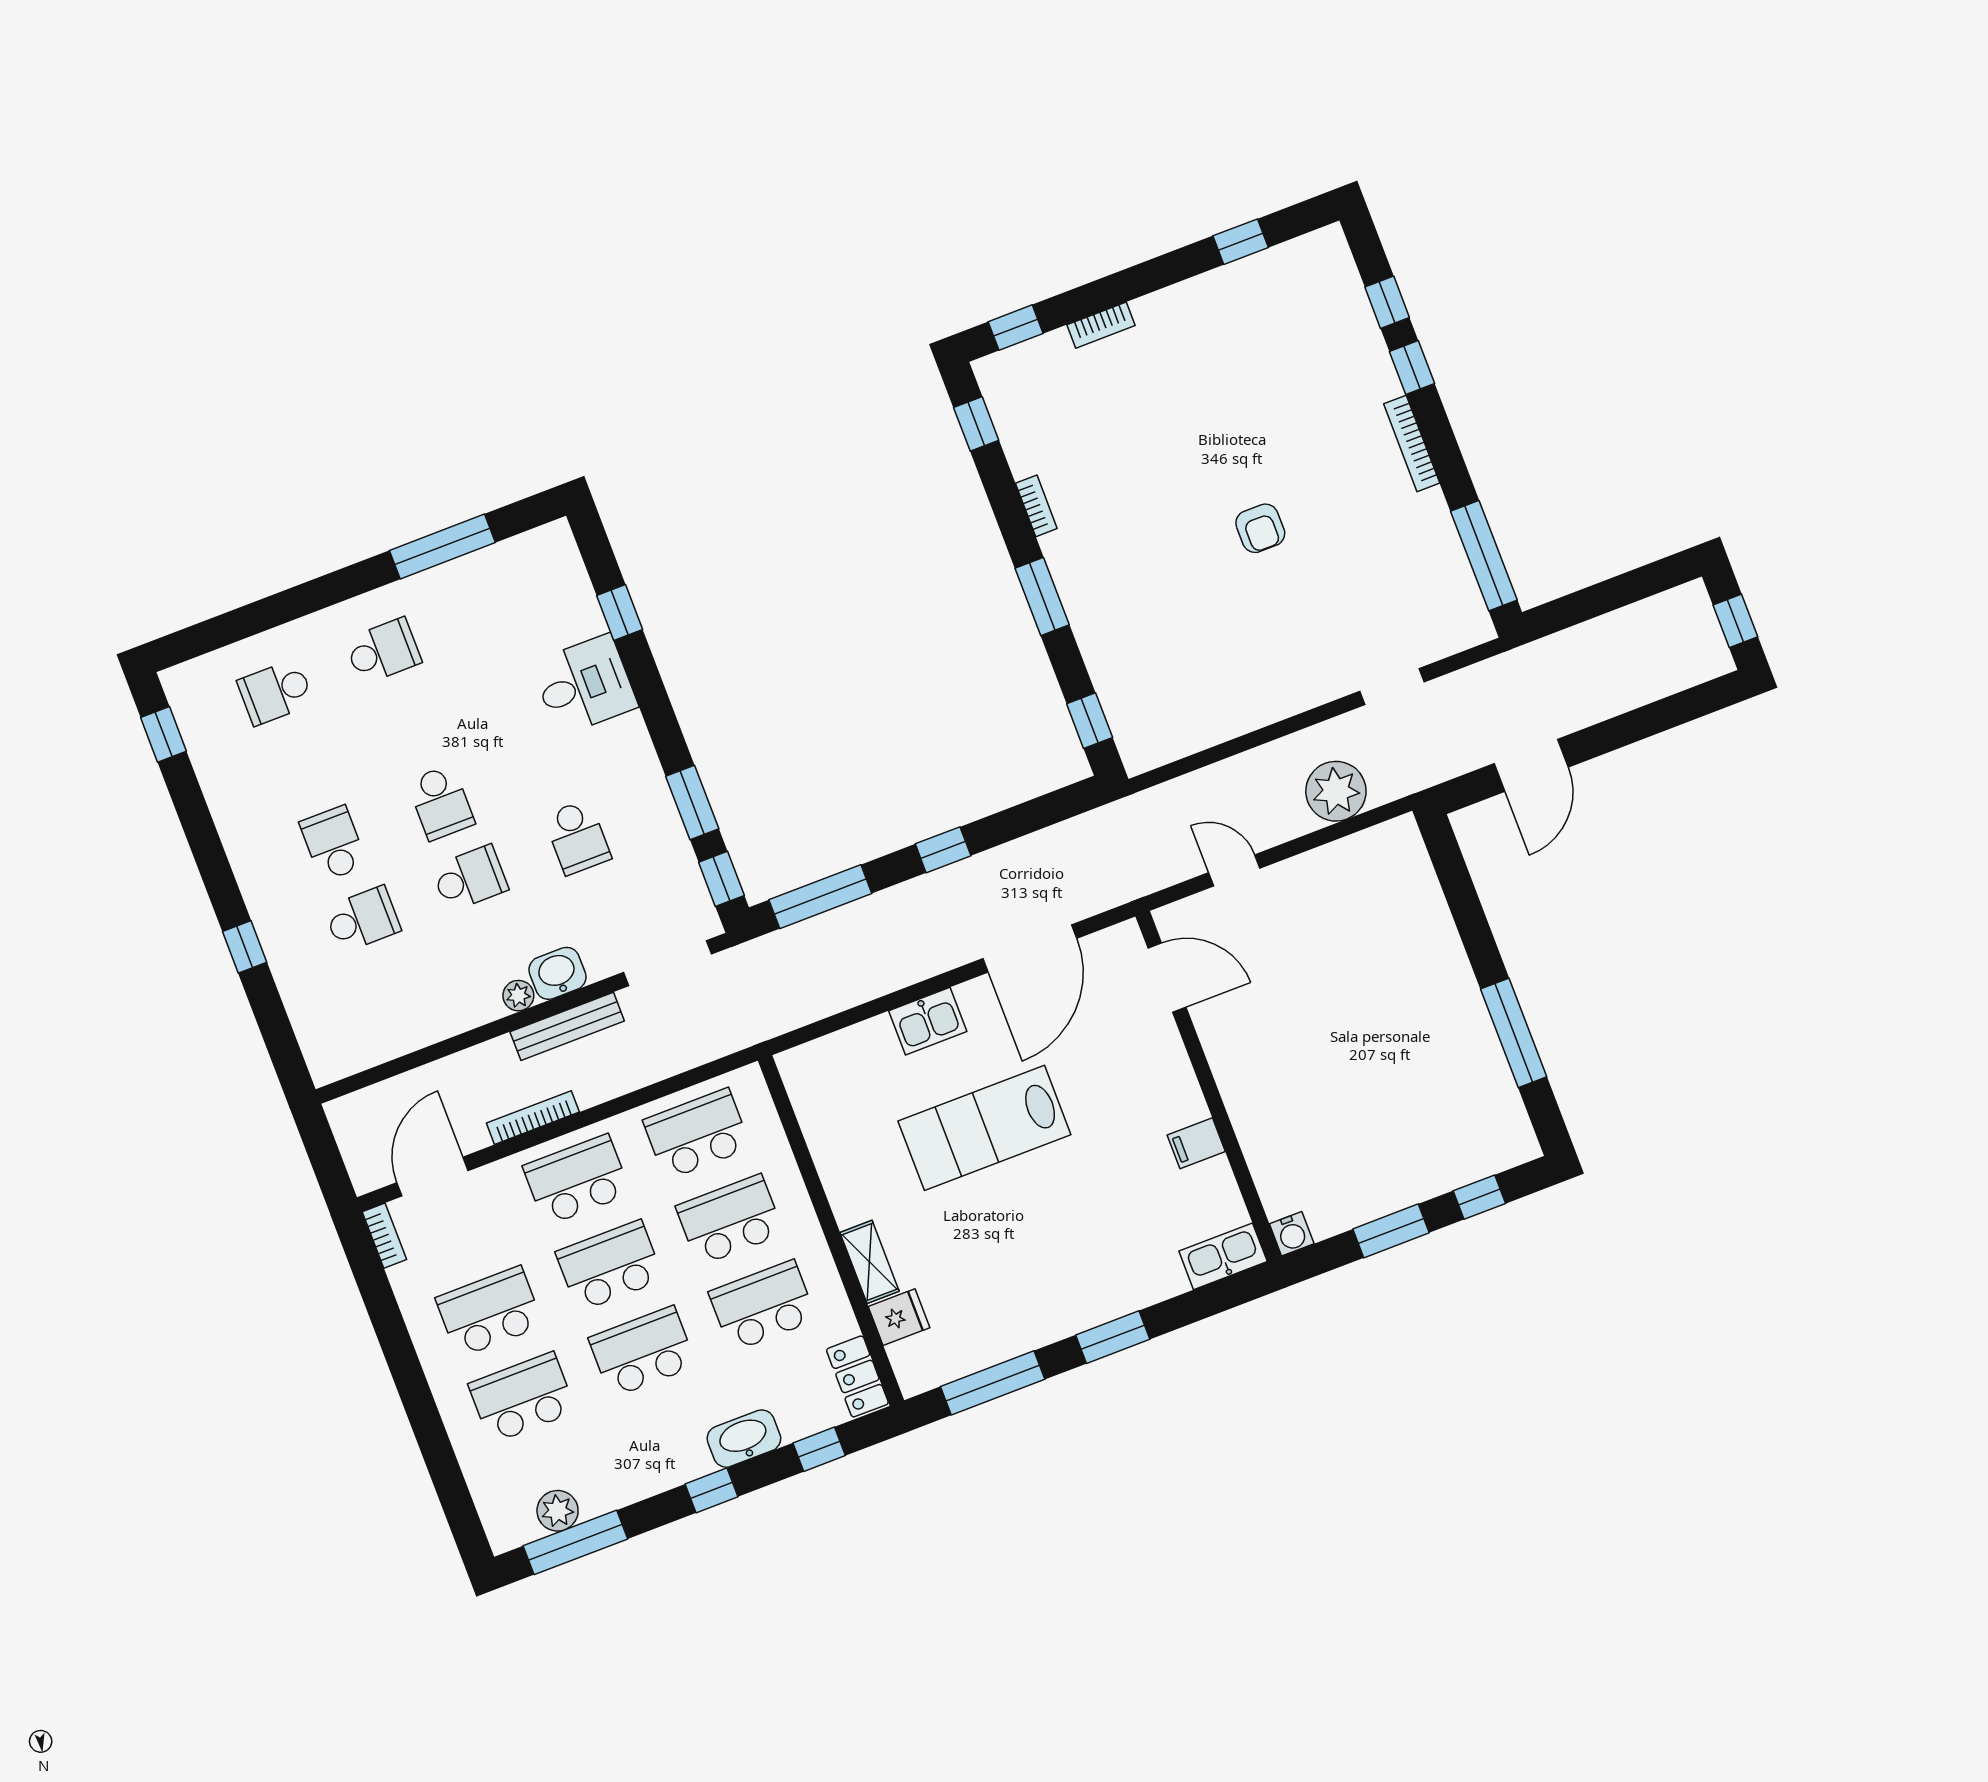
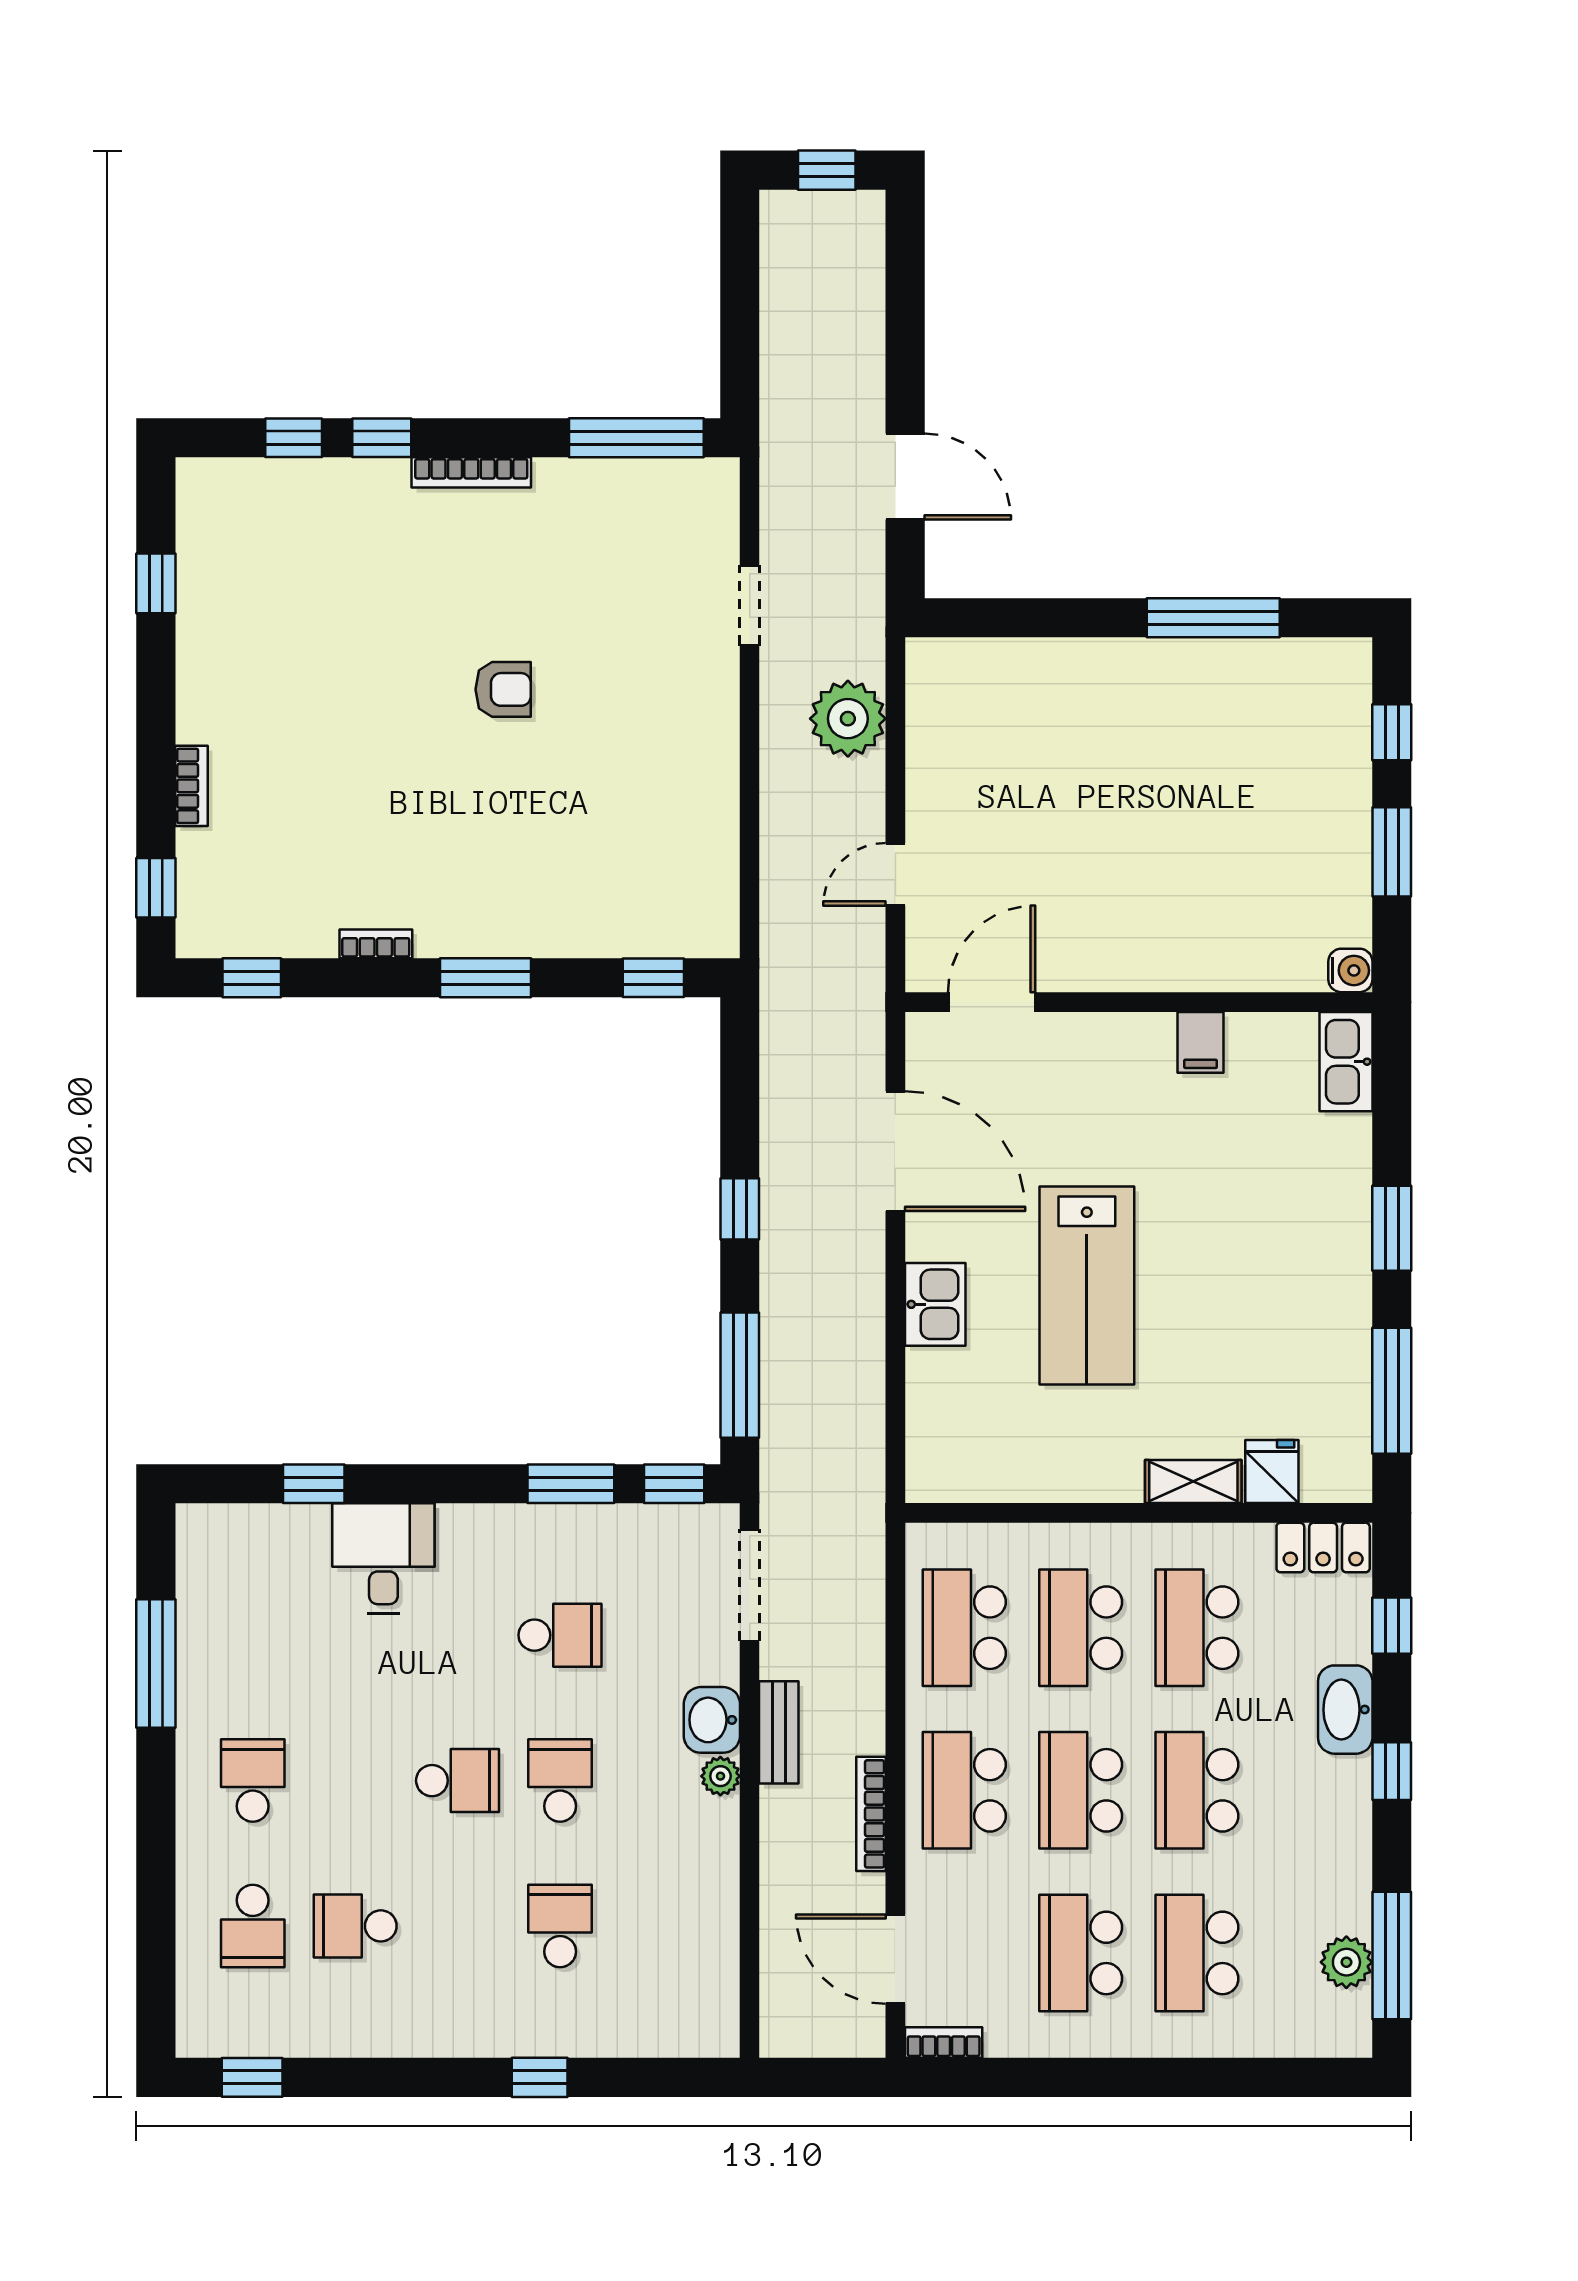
school desk: (333, 844) -> (355, 1926), moved
bench: (567, 1026) -> (779, 1732), width x0.73

